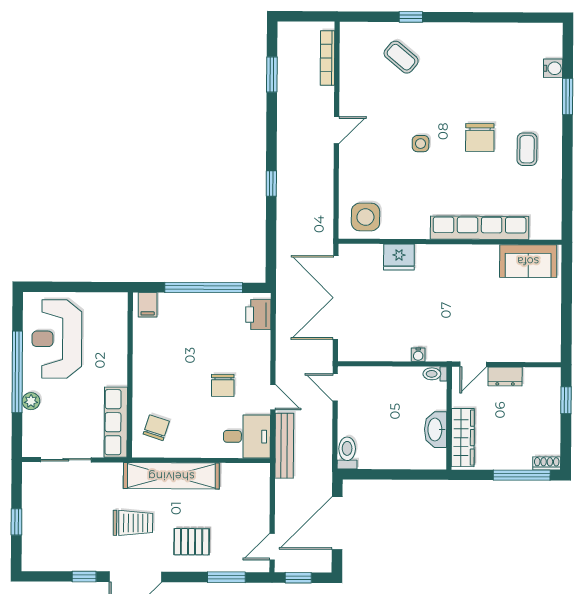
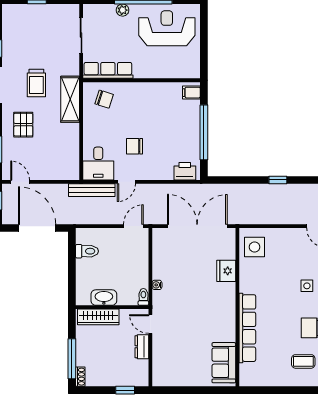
toilet: (347, 453) -> (87, 251), moved
shelving: (171, 476) -> (70, 99), width x0.68

